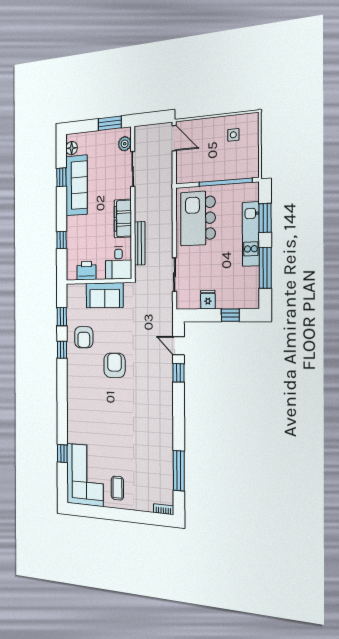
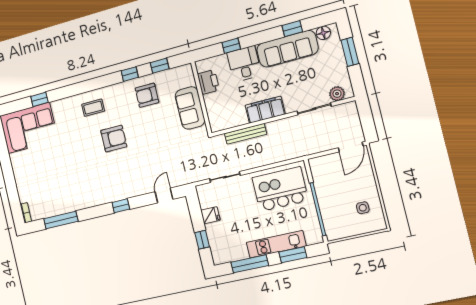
window: (110, 123) -> (350, 52), moved
desk: (118, 263) -> (244, 64), moved, turned 90
armchair: (114, 365) -> (114, 139), moved
window: (179, 373) -> (121, 206), moved
coffee table: (117, 488) -> (93, 108), moved

